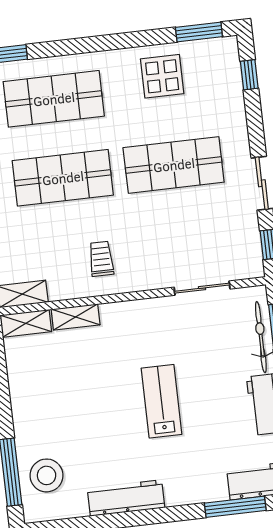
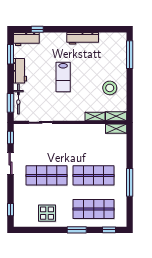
window: (199, 32) -> (77, 230), moved
trolley: (101, 259) -> (81, 140), removed
stool: (47, 475) -> (110, 88), moved
window: (235, 507) -> (37, 29), width x0.46

